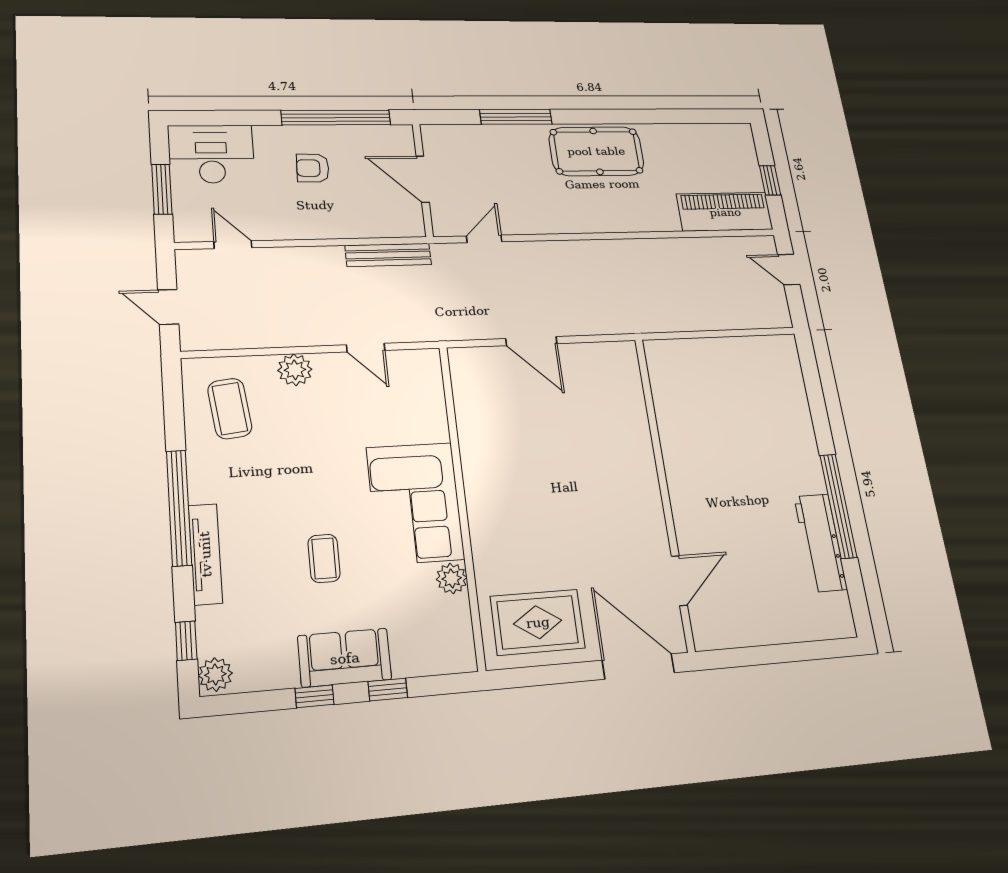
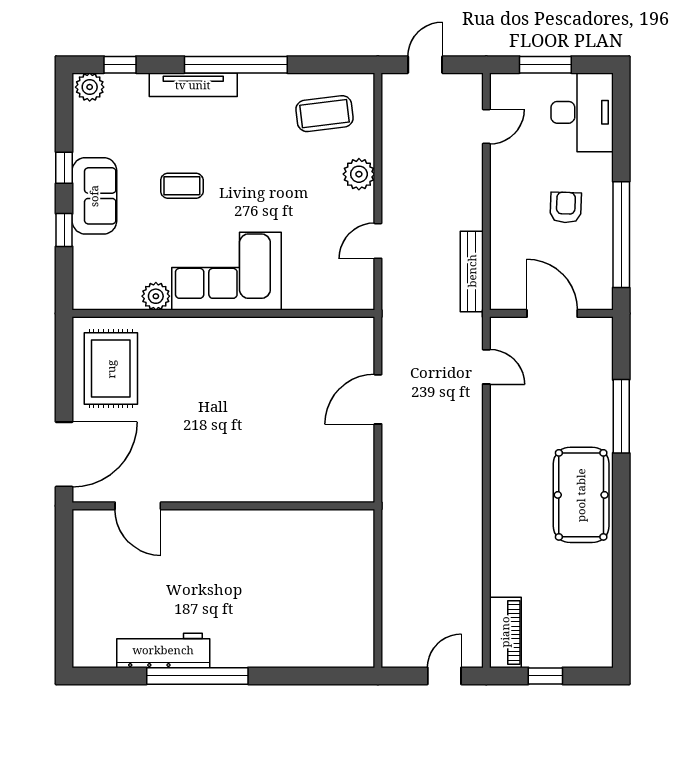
door: (423, 179) -> (552, 313), hinge flipped
piano: (725, 212) -> (505, 632), width x0.73, depth x0.75

